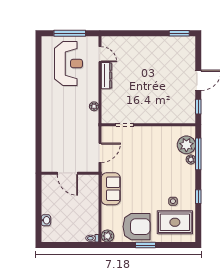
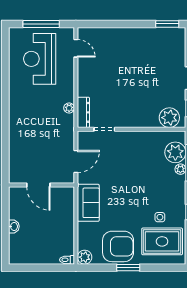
reception desk: (68, 64) -> (40, 59), turned 180
dresser: (107, 76) -> (83, 112), moved
plant: (181, 115) -> (169, 118), added
washbasin: (46, 220) -> (14, 226), moved

